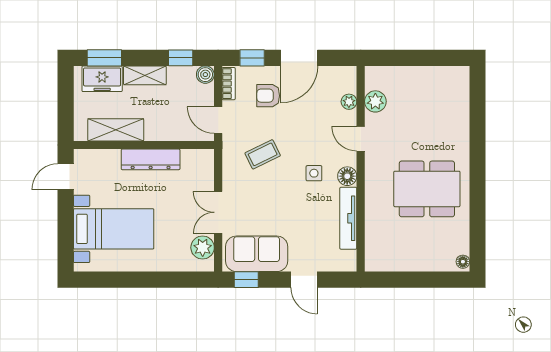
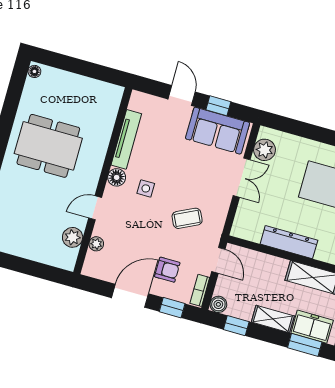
door: (361, 139) -> (95, 208), swing flipped
window: (246, 280) -> (218, 106), moved

